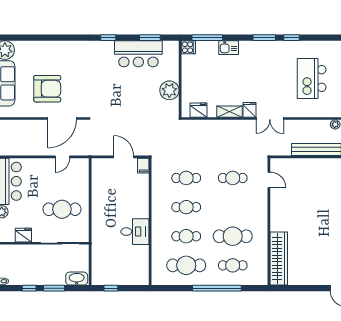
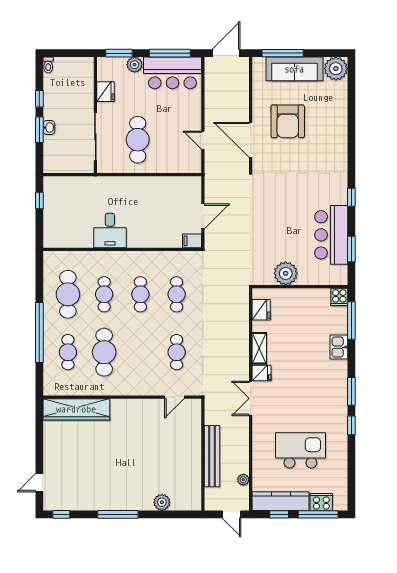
washbasin: (77, 279) -> (49, 127), moved, width x0.52, depth x0.69

